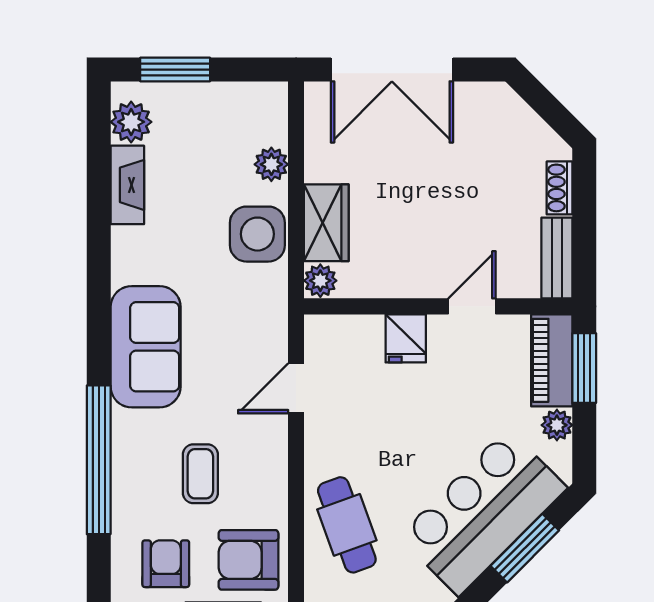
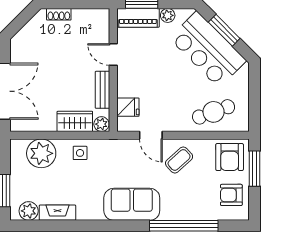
plant: (271, 164) -> (41, 153), width x1.88, depth x1.88
side table: (257, 234) -> (80, 153), width x0.54, depth x0.54
bench: (557, 258) -> (102, 90), moved, turned 90
fridge: (406, 338) -> (128, 107), moved
coffee table: (200, 474) -> (179, 160), moved, turned -42

